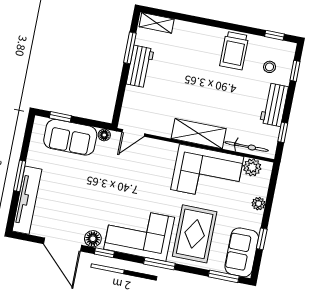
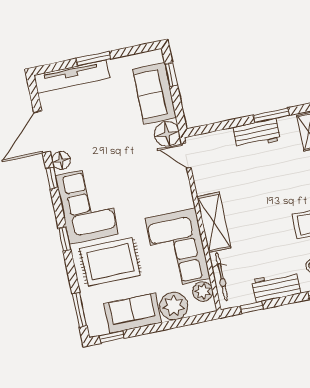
floor lamp: (104, 135) -> (167, 134), width x1.89, depth x1.89
plant: (259, 204) -> (174, 306), width x1.88, depth x1.88
window: (262, 239) -> (112, 337), moved
sofa: (242, 252) -> (133, 313), moved
window: (159, 264) -> (65, 239), width x0.67

